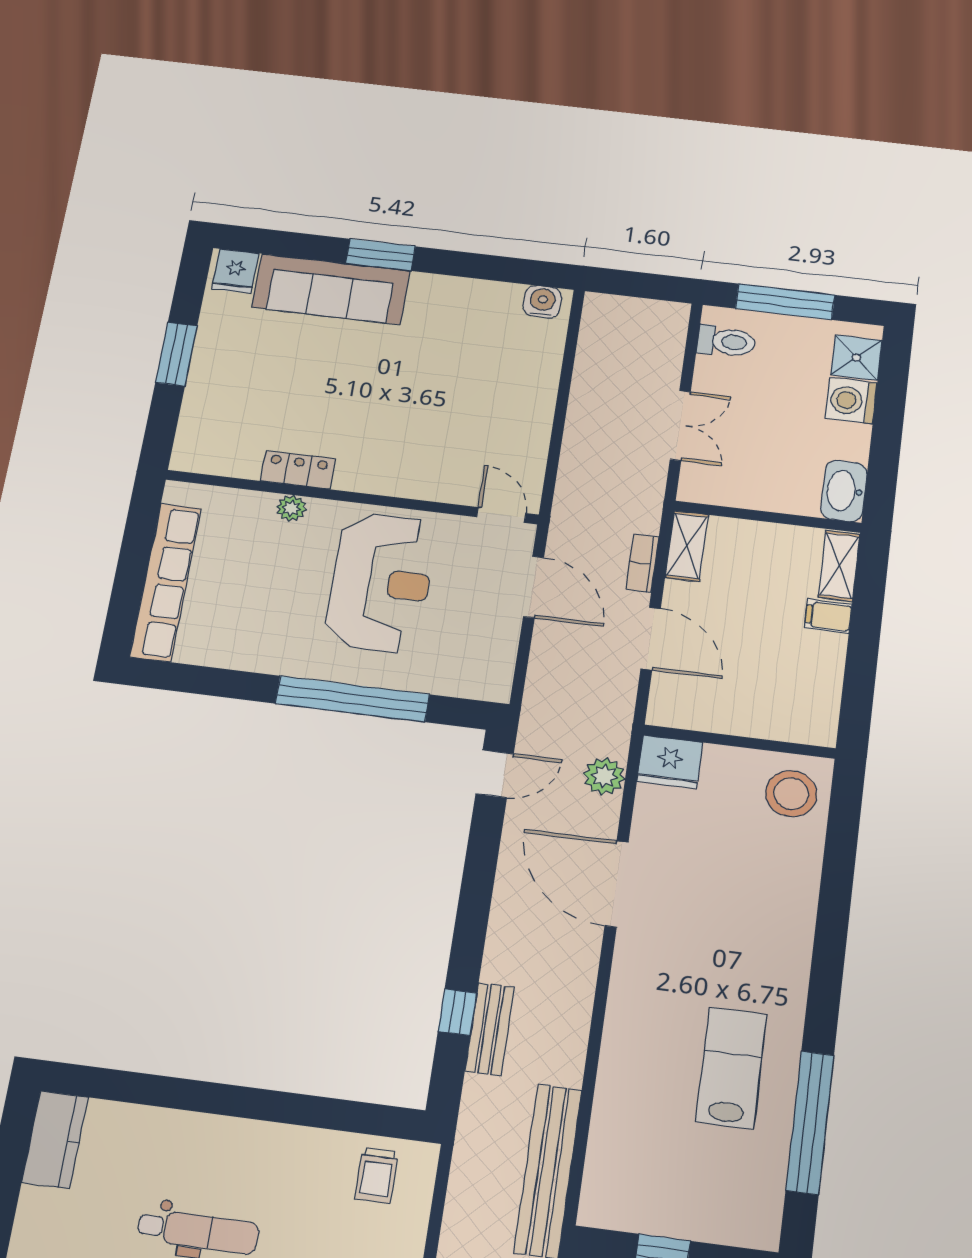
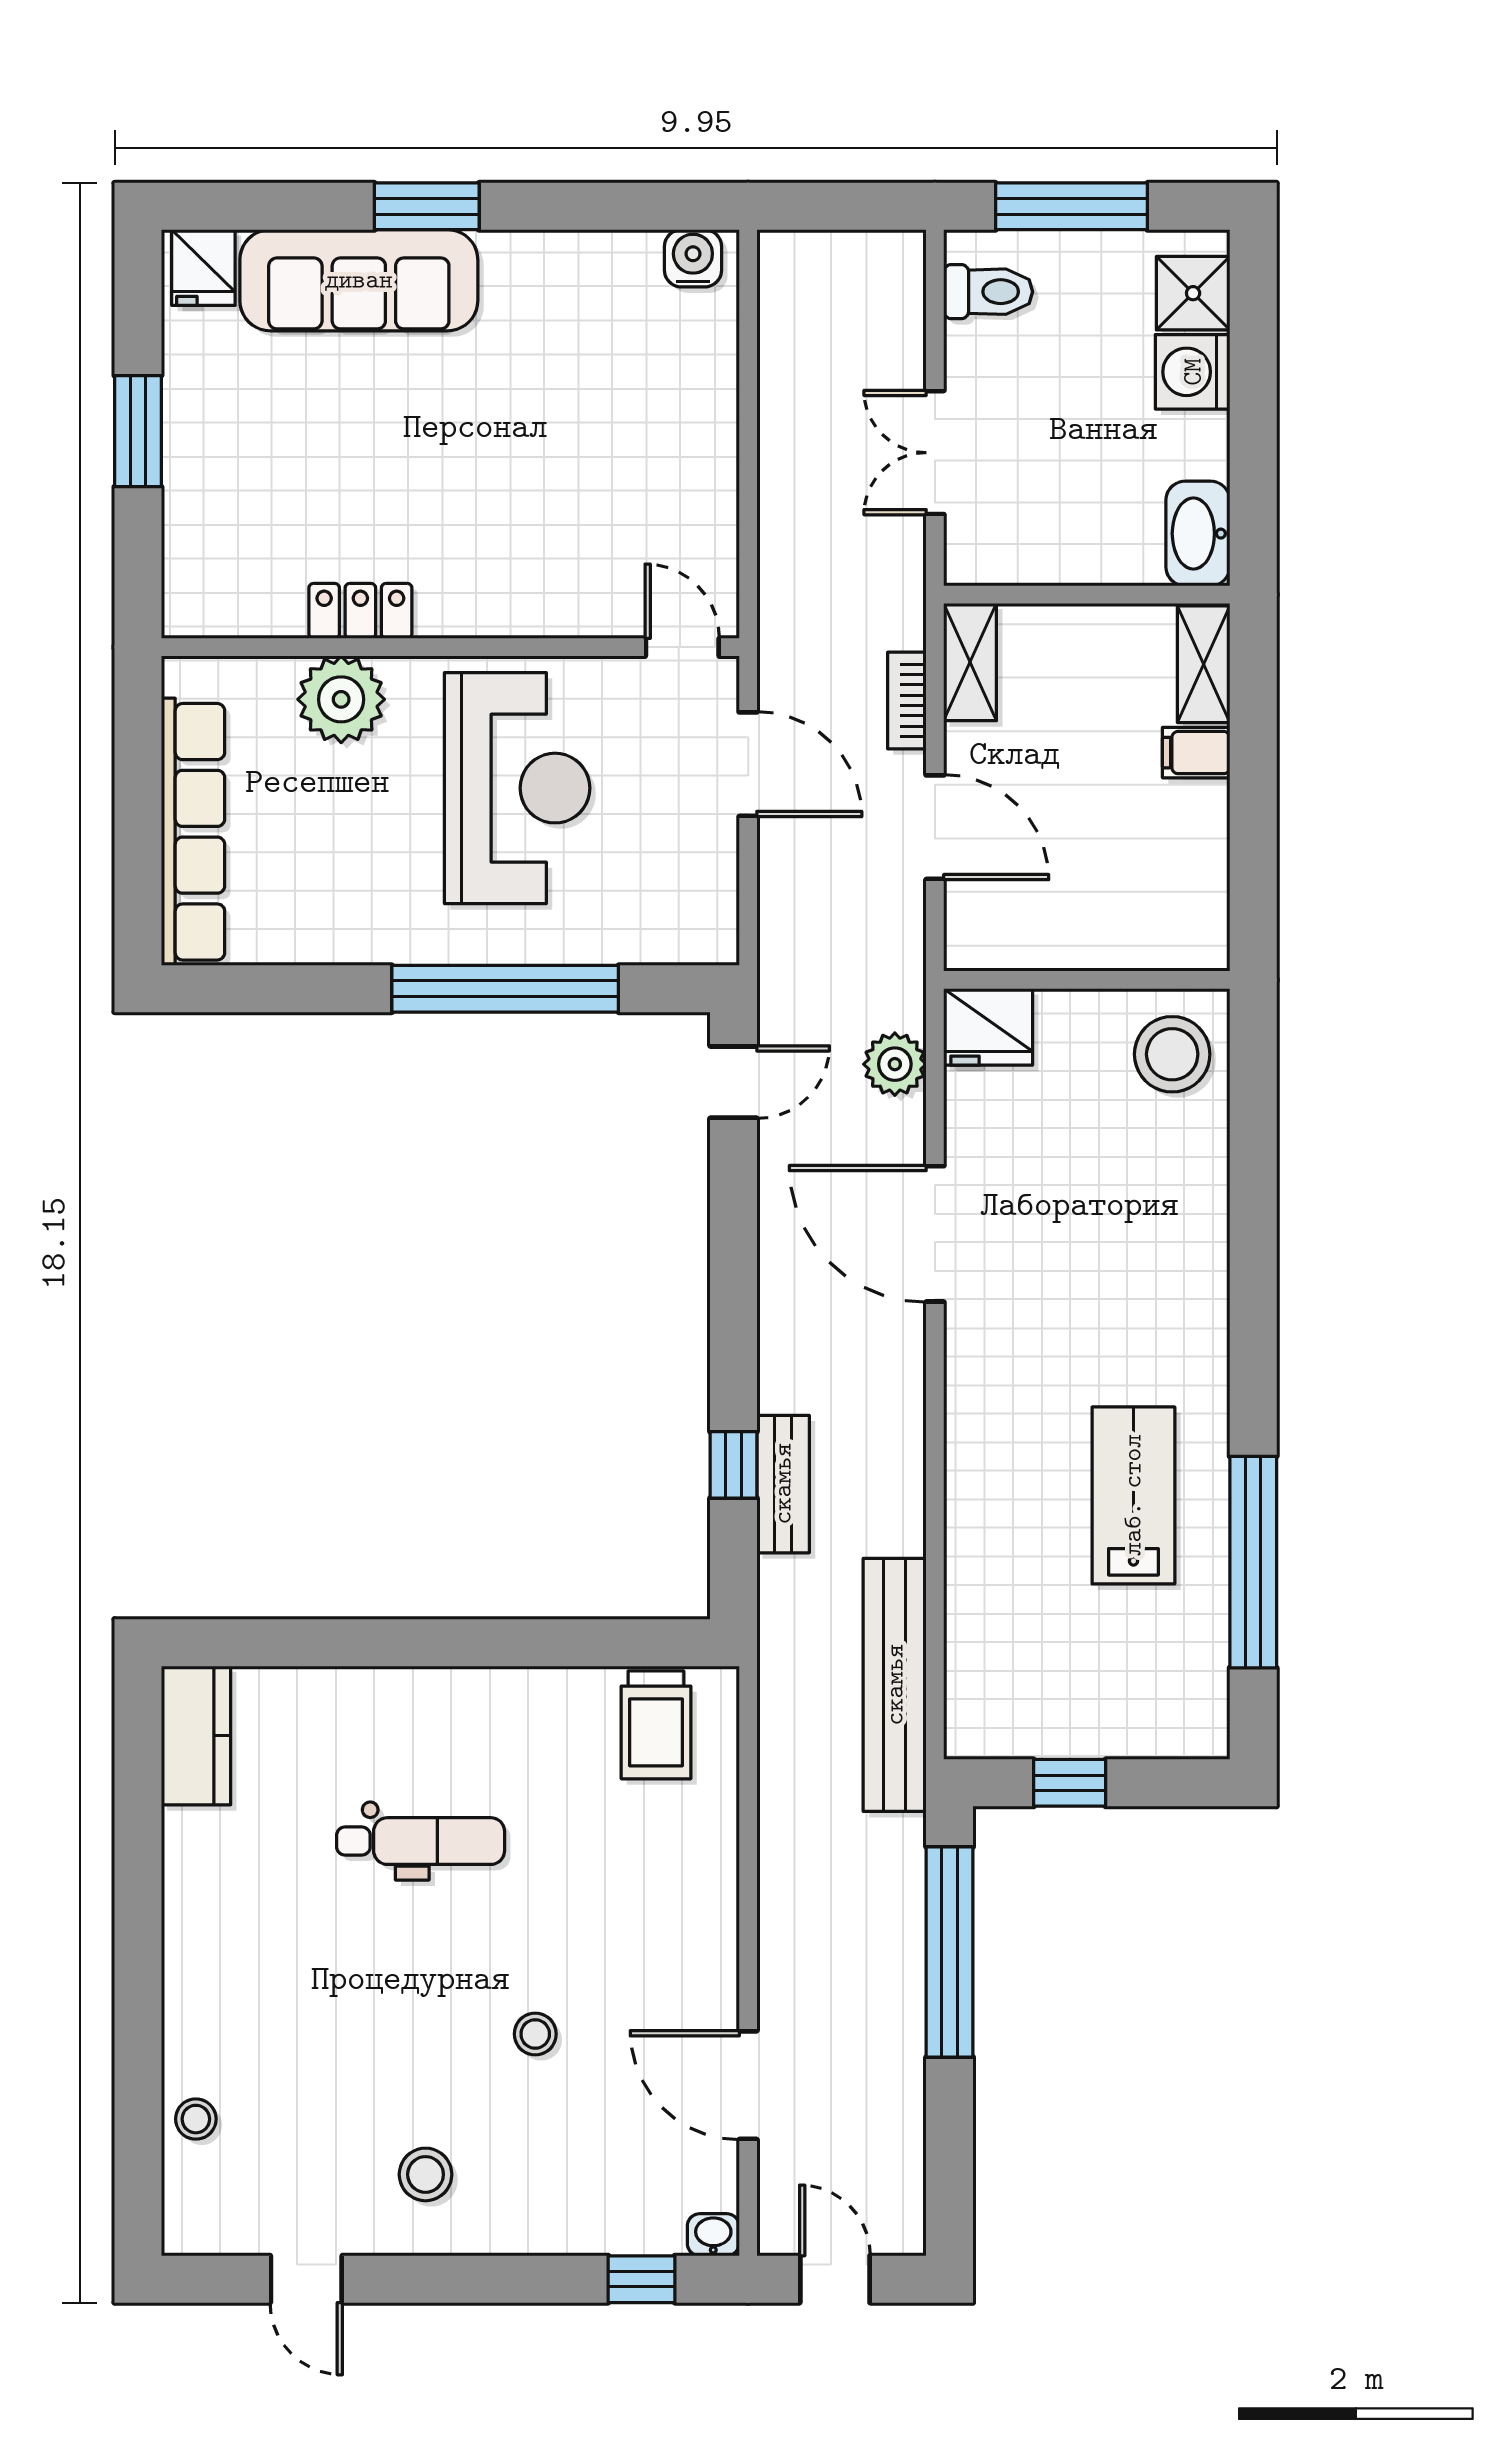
double door: (680, 426) -> (935, 453), swing flipped
plant: (291, 508) -> (341, 699), width x1.88, depth x1.88
trolley: (377, 1175) -> (656, 1725), width x1.36, depth x1.39

